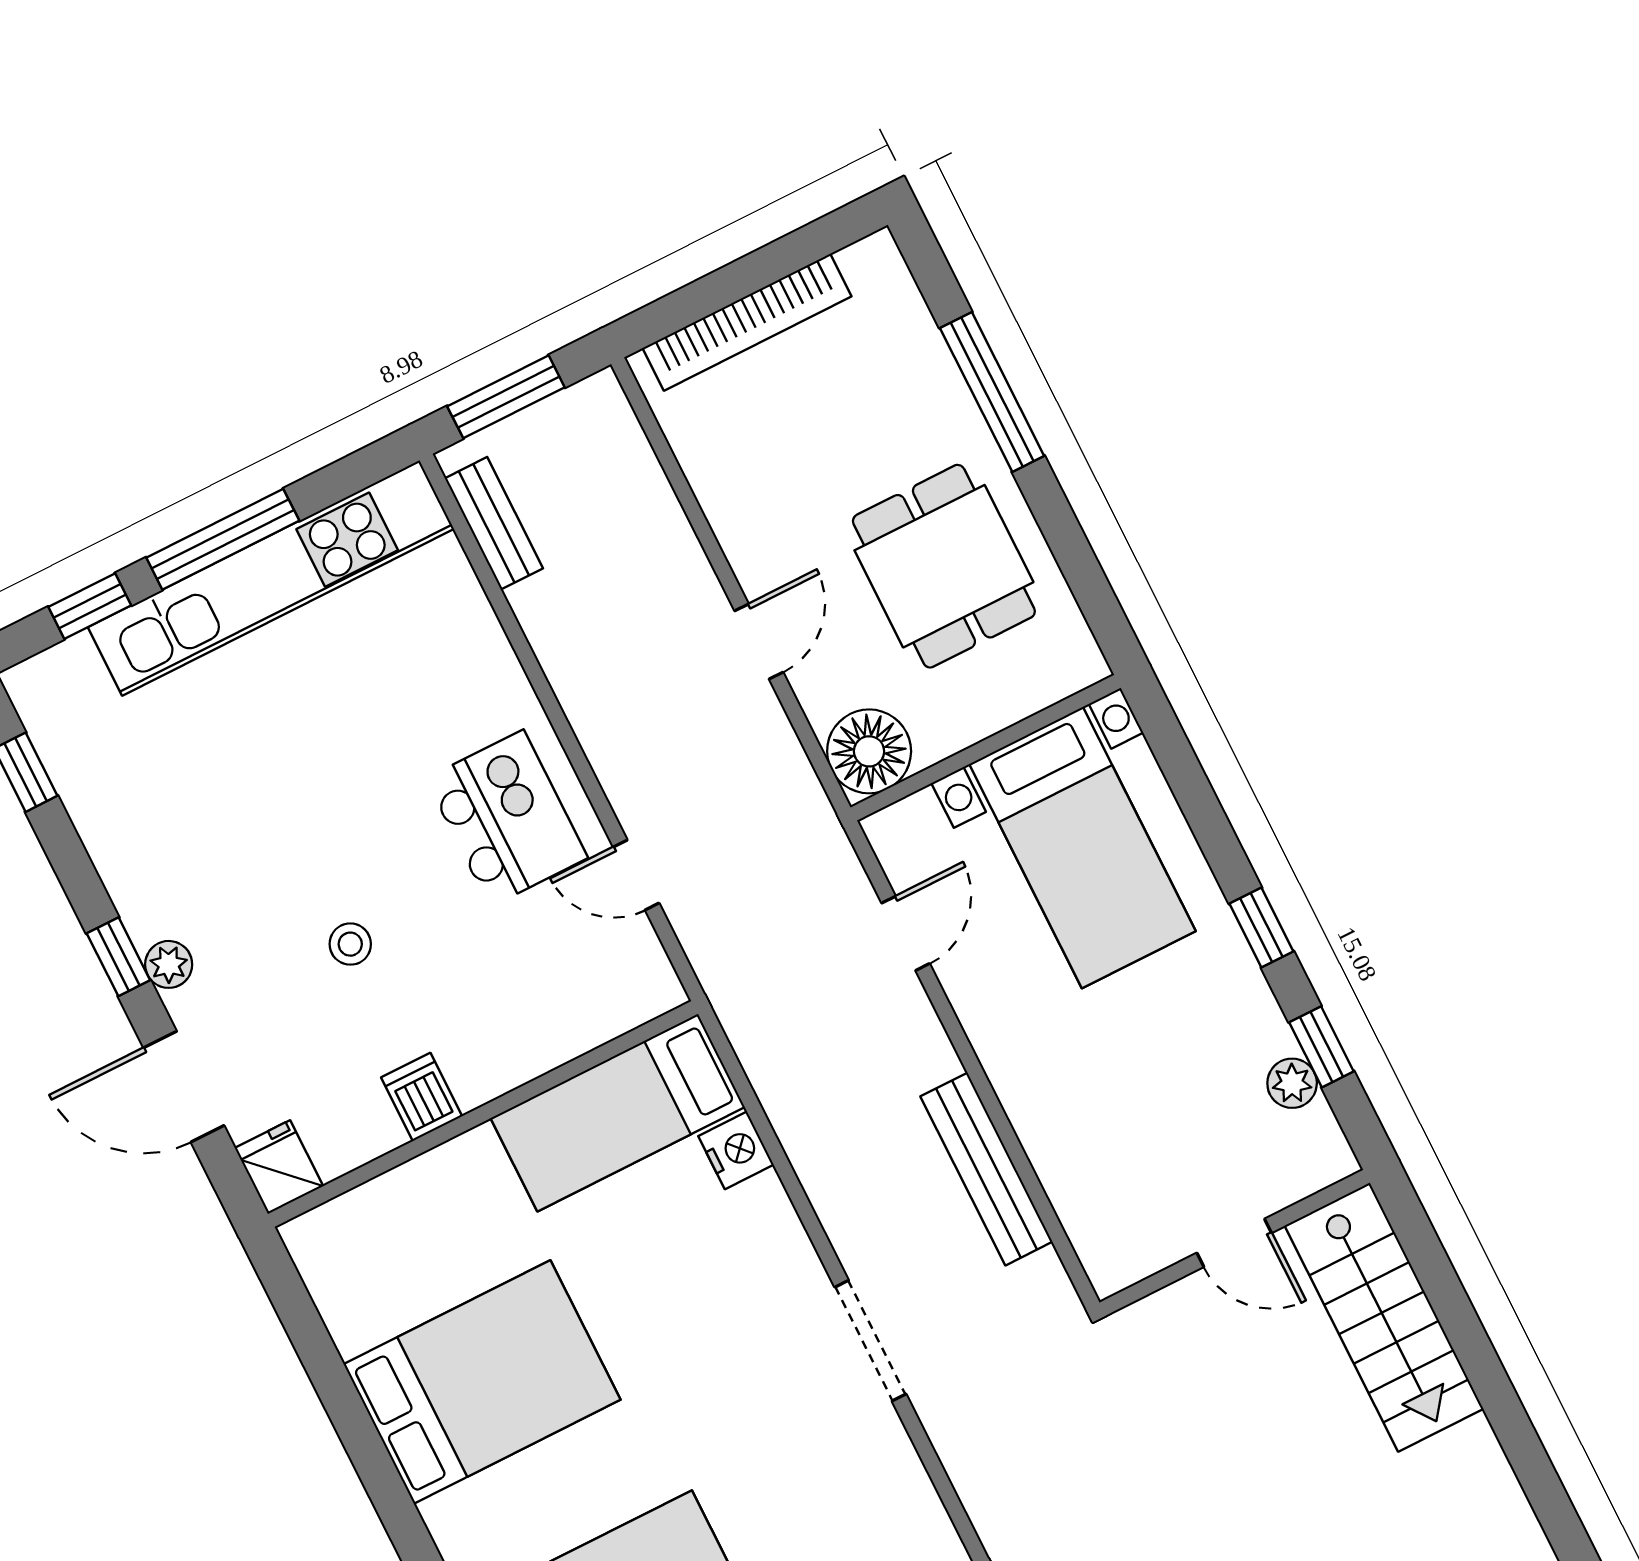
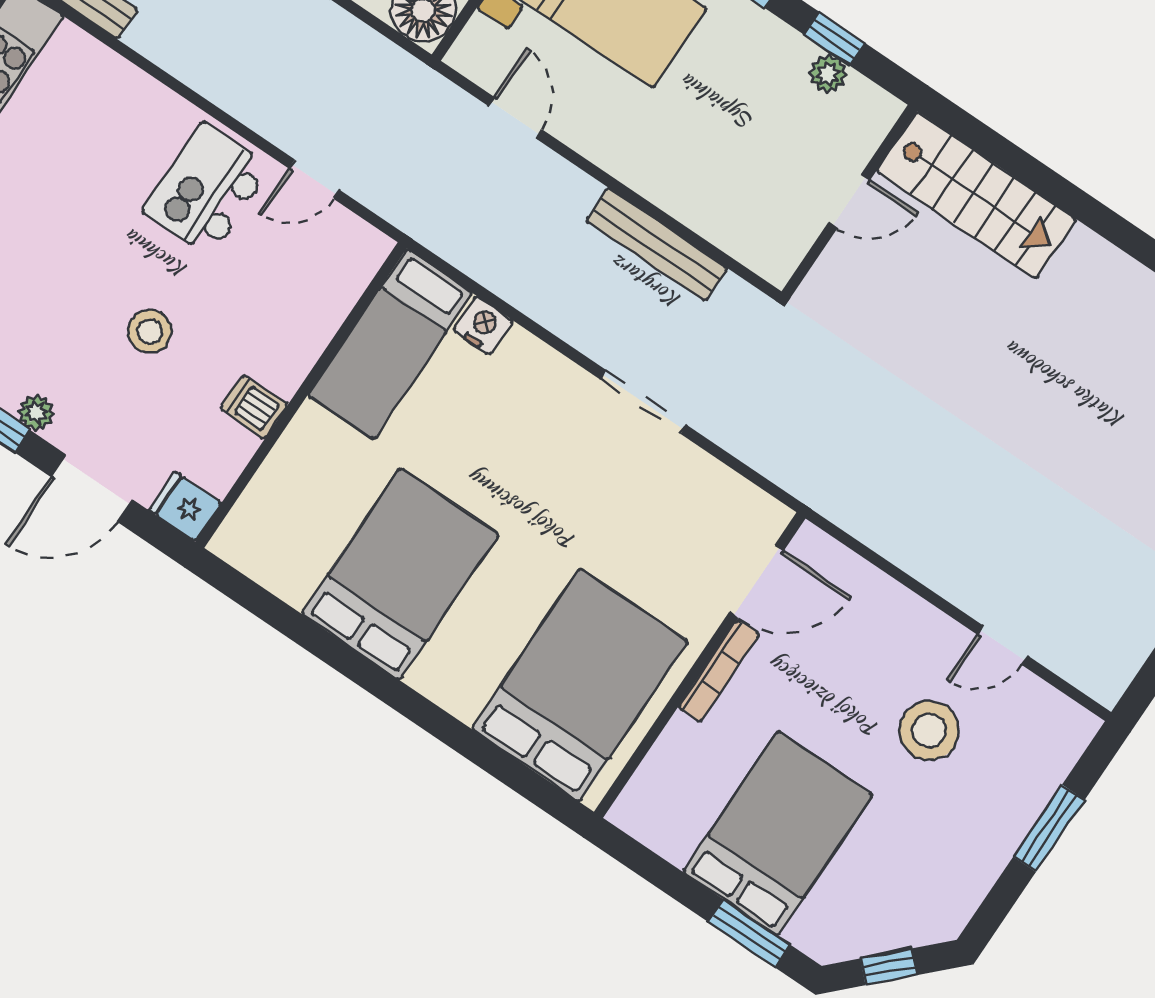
kitchen island: (507, 818) -> (207, 190), turned -90
stool: (350, 944) -> (150, 331), width x1.37, depth x1.37

